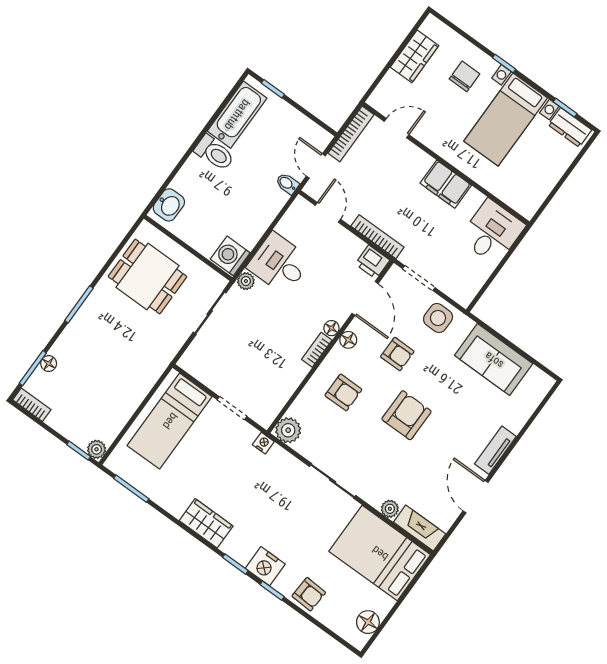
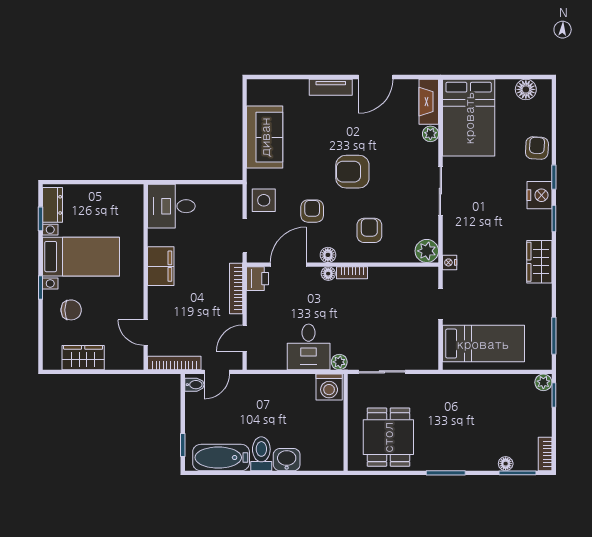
chair: (464, 76) -> (71, 310), turned 180
bidet: (287, 184) -> (194, 385), moved, turned -90
washbasin: (169, 205) -> (287, 460), moved

